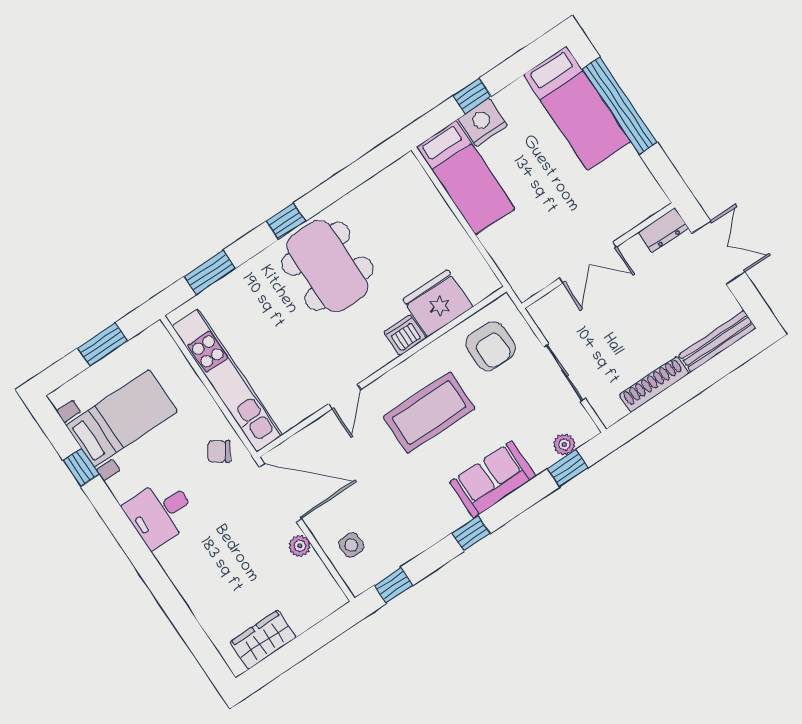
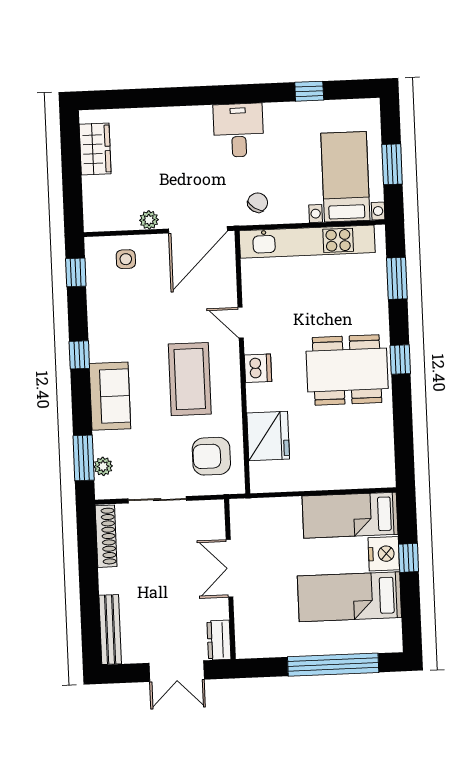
bed: (577, 108) -> (349, 597), moved
dishwasher: (405, 335) -> (258, 368), moved
shoe rack: (654, 384) -> (106, 536), moved
bed with nightstands: (122, 418) -> (345, 177), moved, turned 180
window: (568, 468) -> (84, 458), width x1.50

